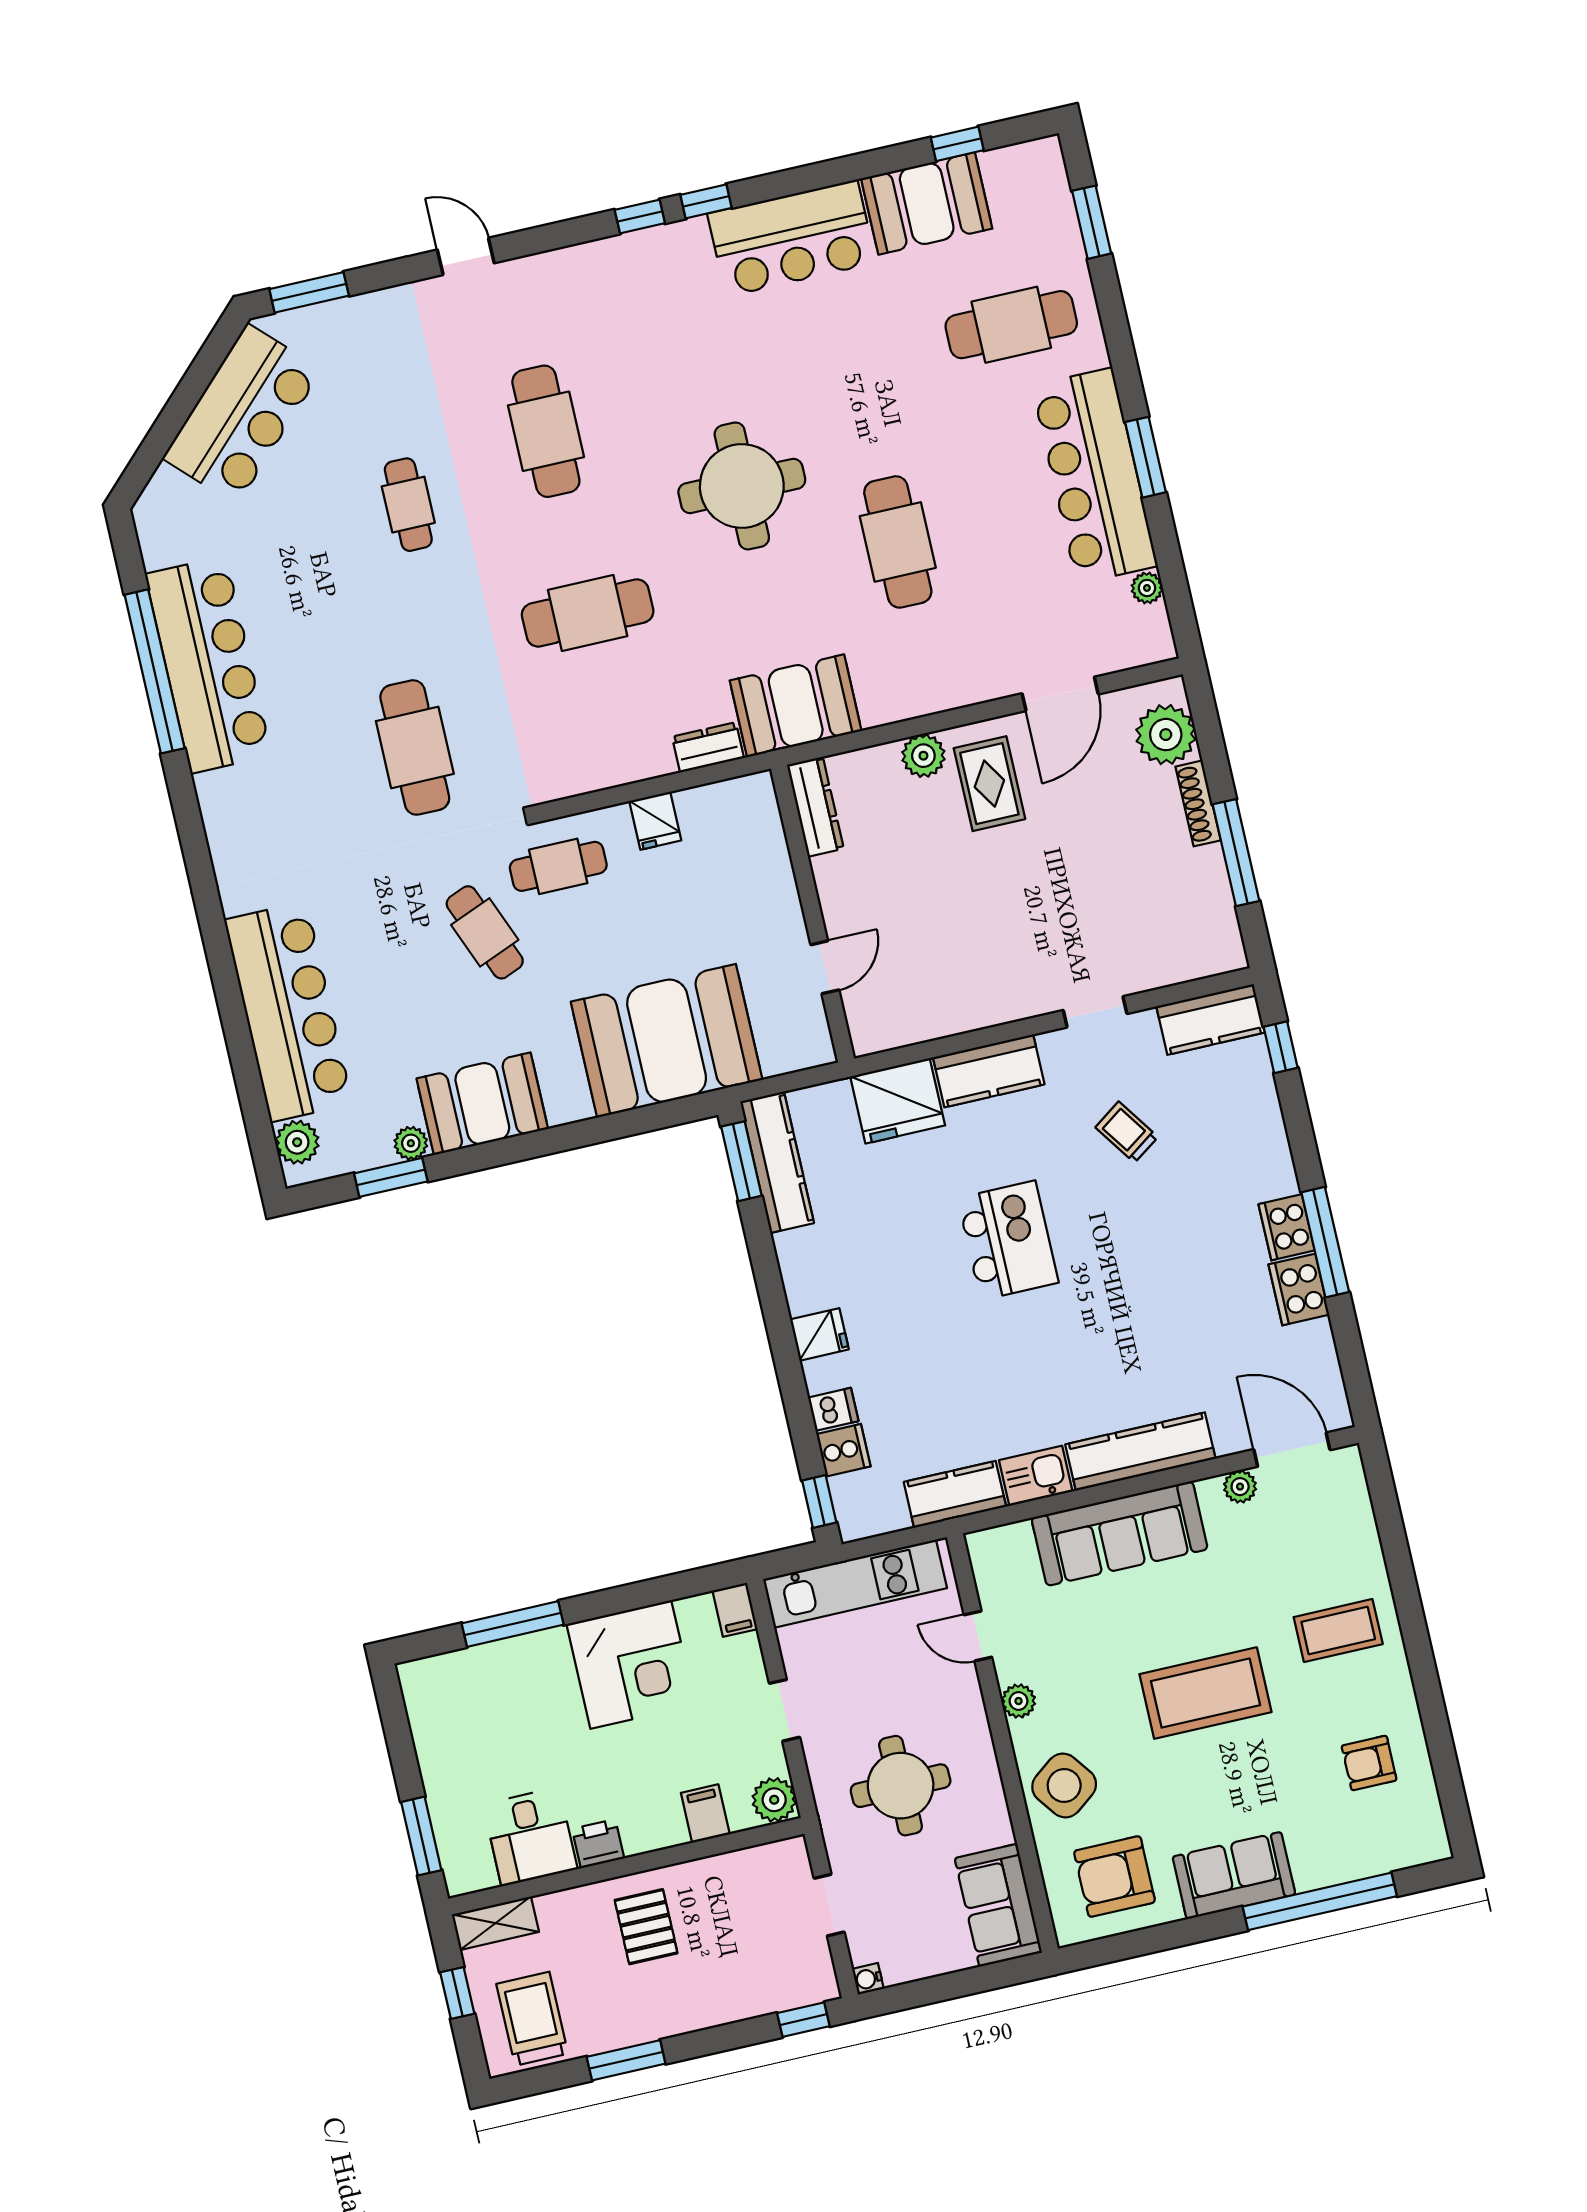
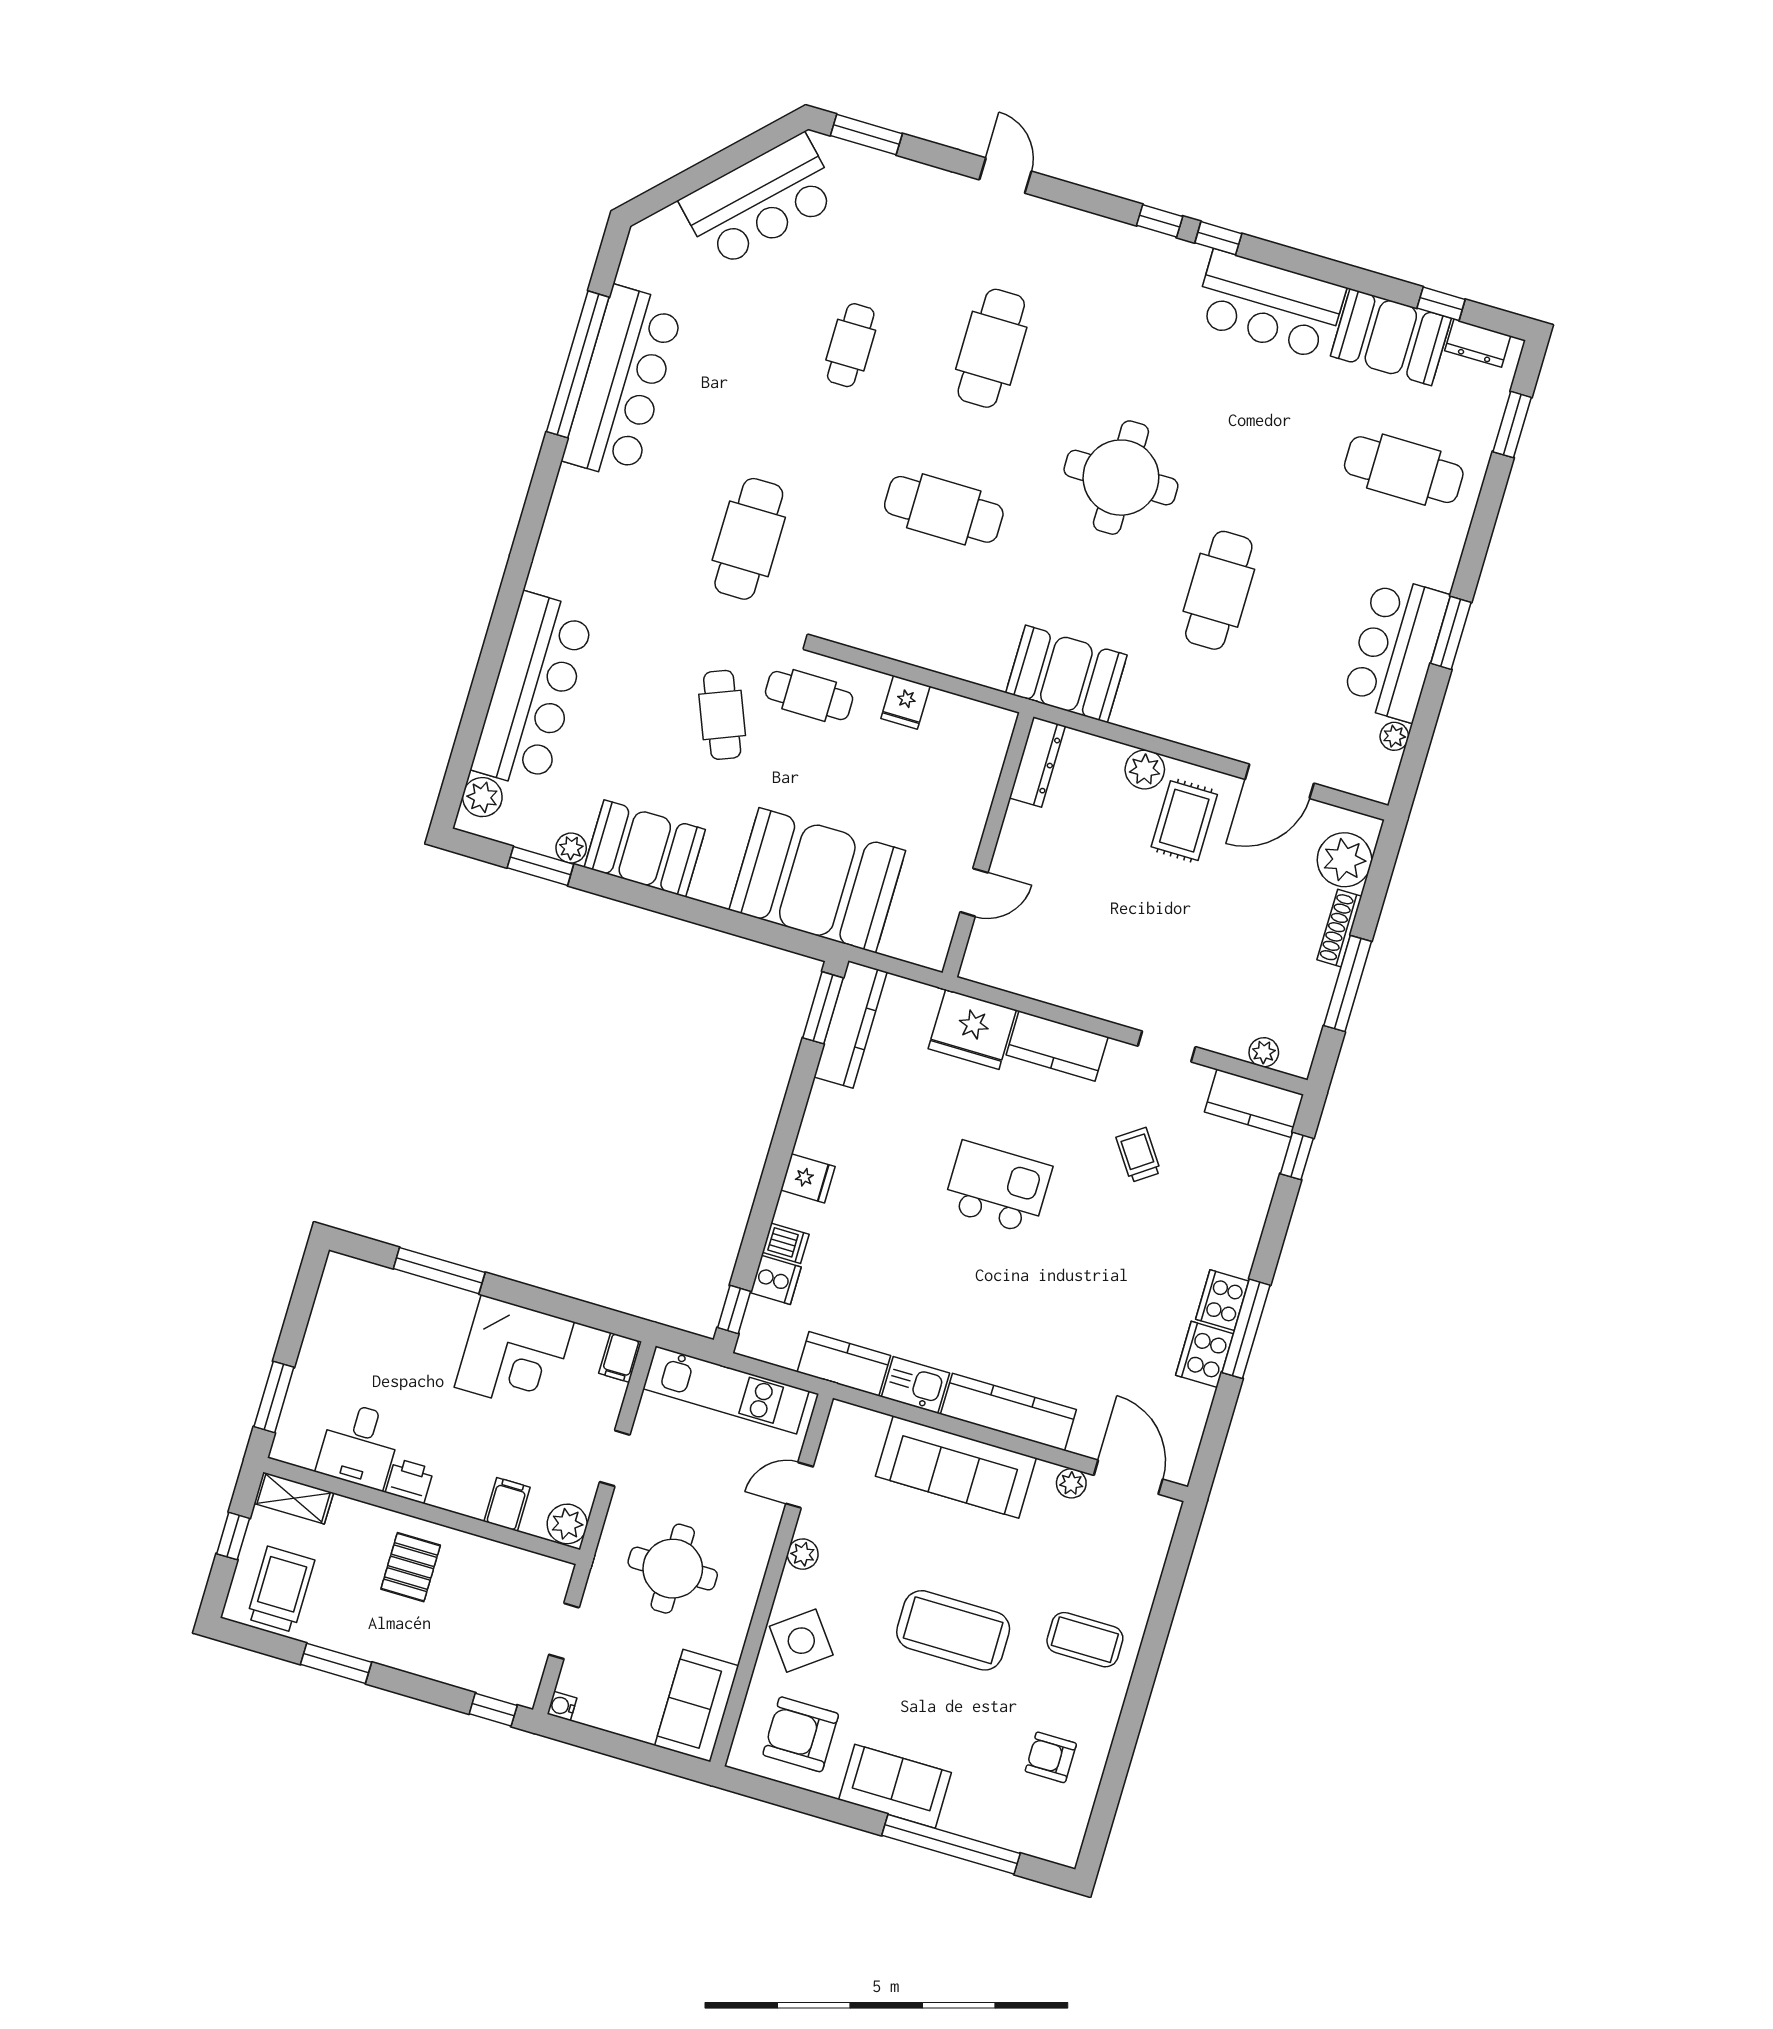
bar counter: (1095, 476) -> (1396, 649), width x0.73
dresser: (708, 747) -> (1478, 343), moved, turned 180
plant: (1192, 965) -> (1264, 1052), added
kitchen island: (1008, 1240) -> (997, 1188), turned -90
door: (978, 1636) -> (800, 1485), hinge flipped

